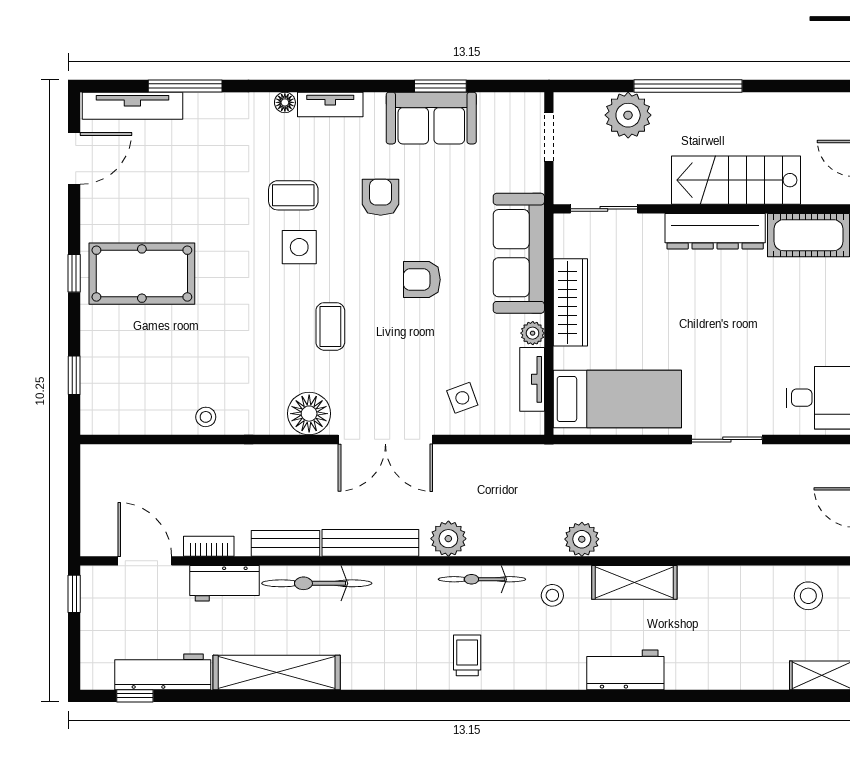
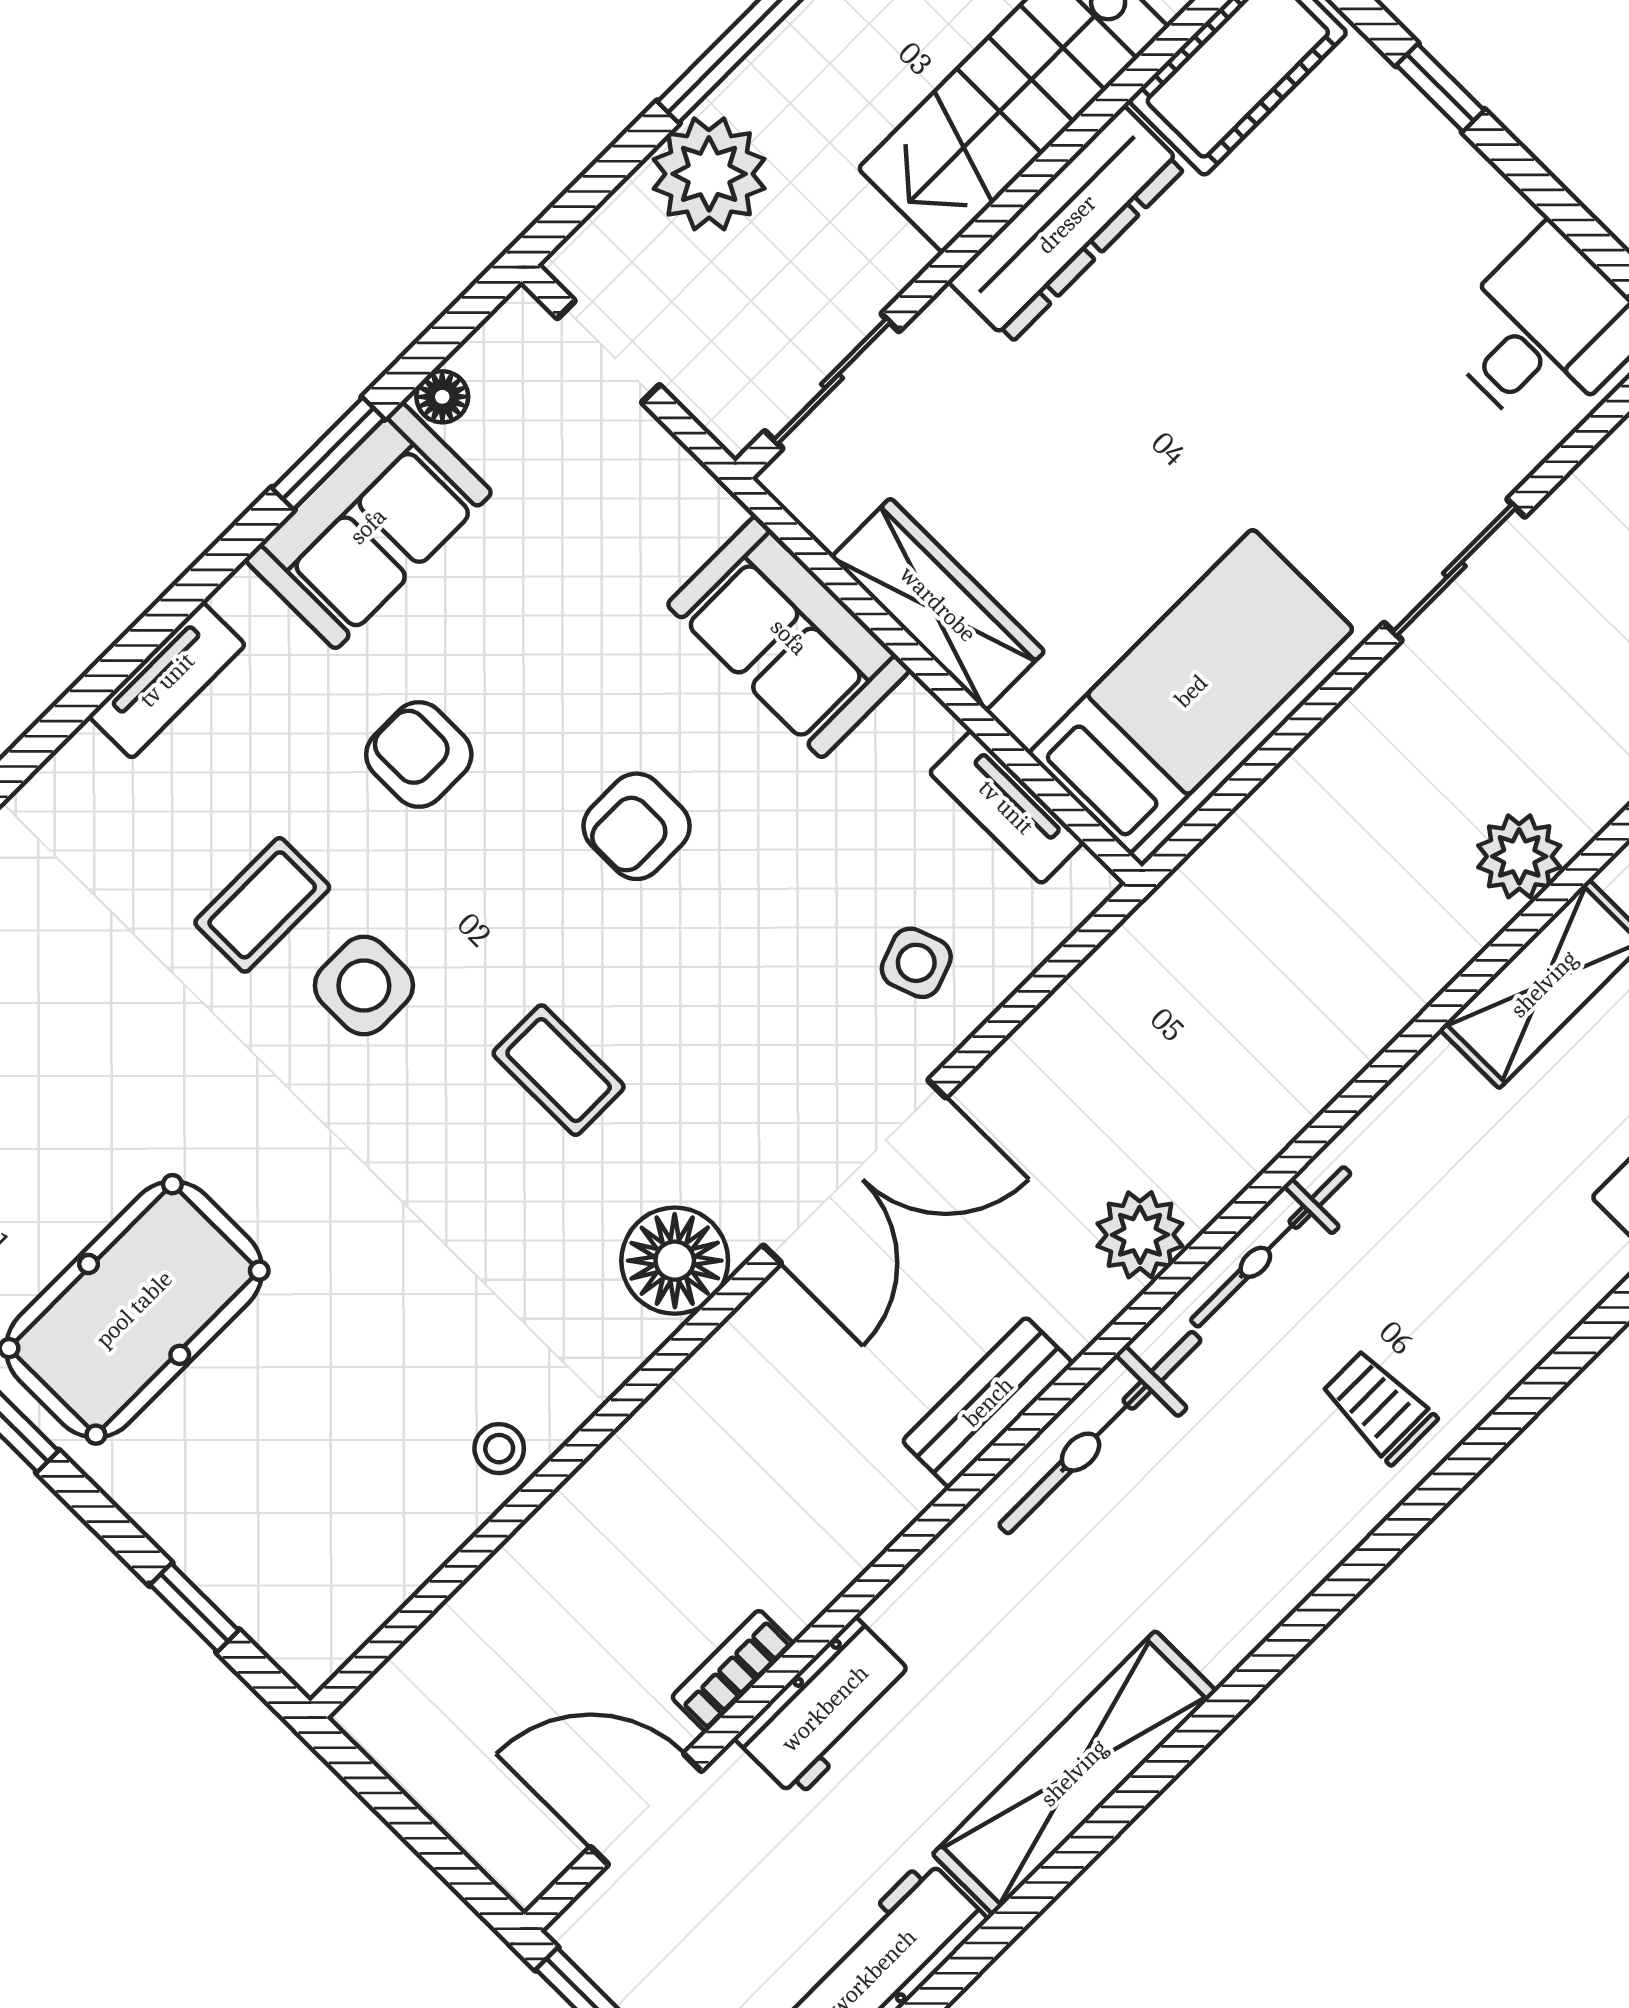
floor lamp: (285, 102) -> (442, 397), moved
sofa: (519, 253) -> (789, 637), width x0.73
plant: (533, 333) -> (926, 725), removed
plant: (582, 539) -> (1519, 856), moved
bench: (286, 543) -> (862, 1530), removed
bench: (370, 543) -> (988, 1402), width x0.73
bicycle: (317, 583) -> (1100, 1433), moved
stool: (552, 595) -> (1423, 1151), removed

